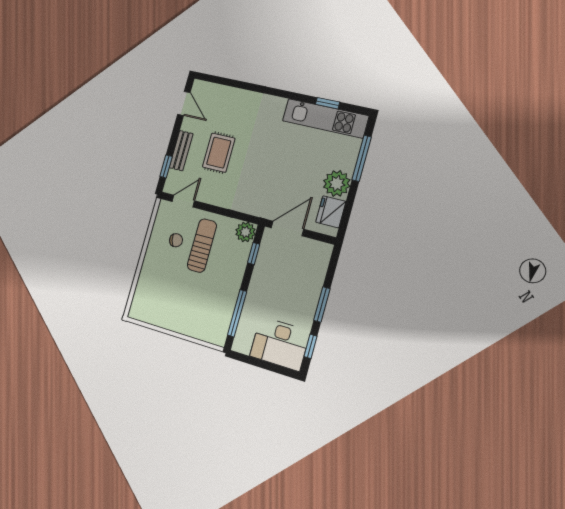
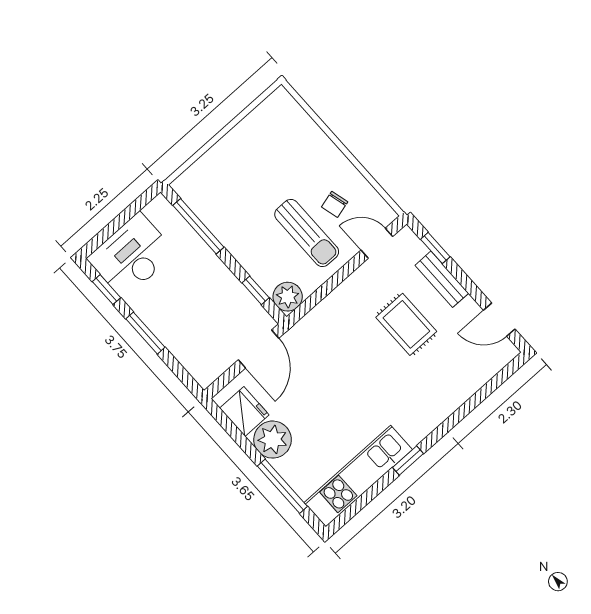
window: (328, 103) -> (408, 461), moved
door: (183, 201) -> (377, 243), swing flipped

